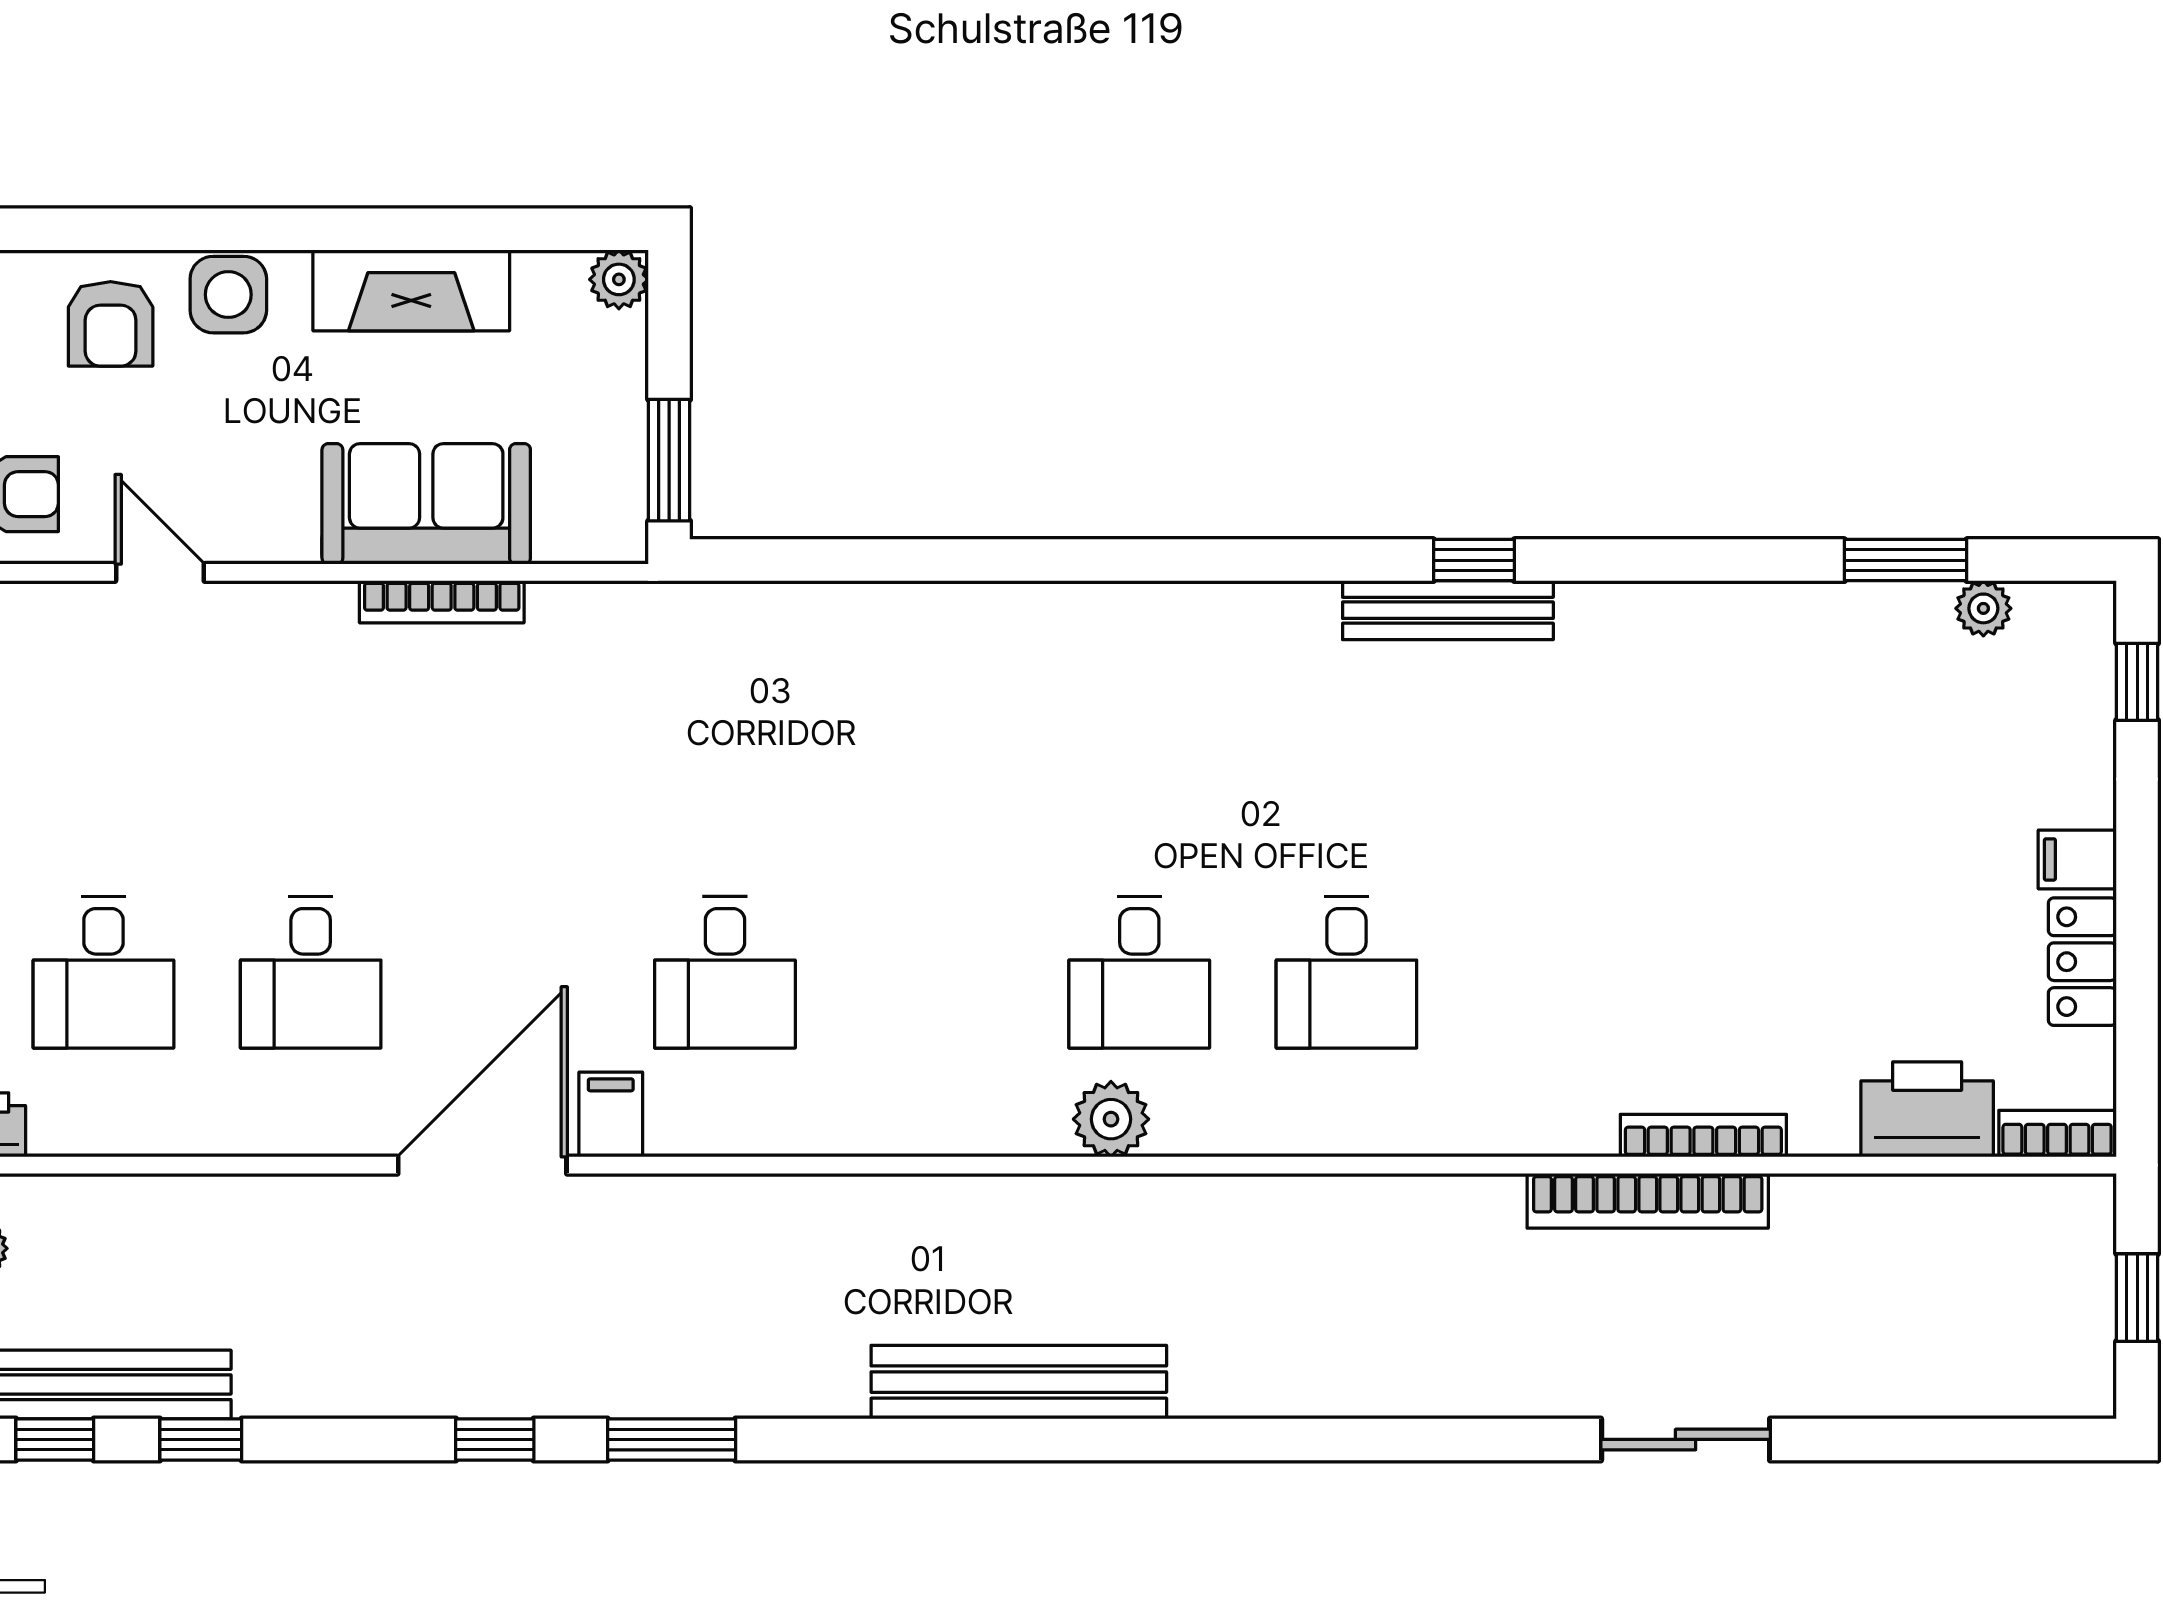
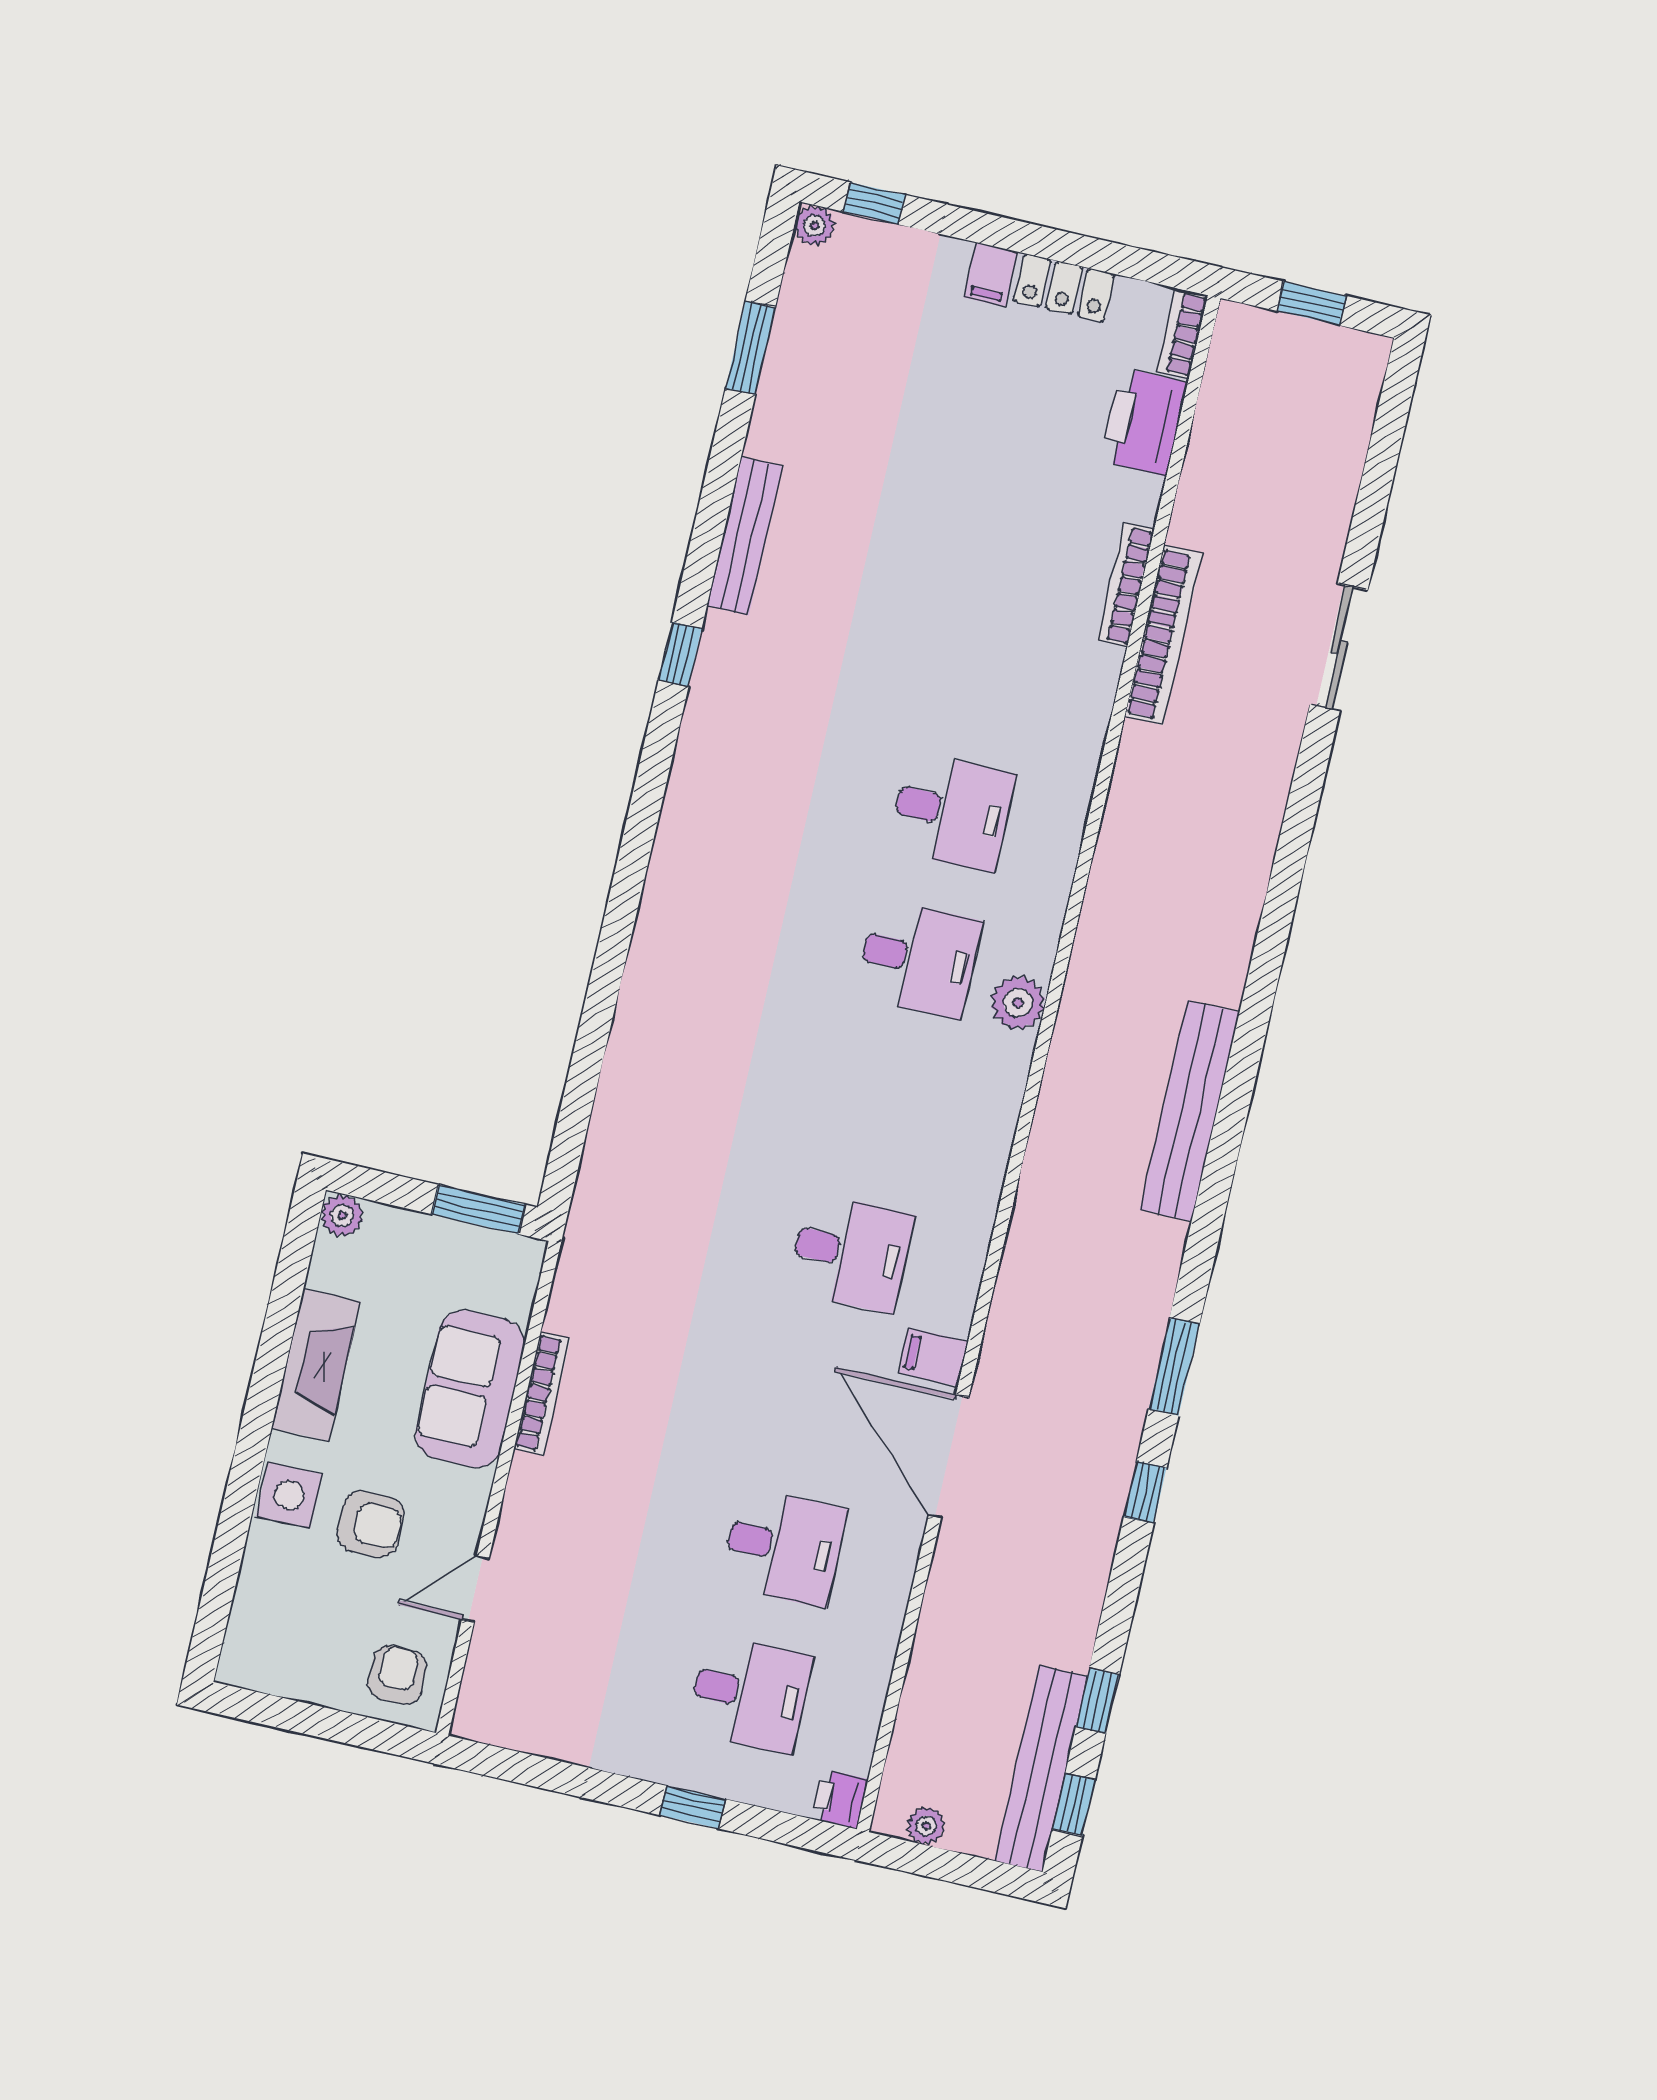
armchair: (111, 324) -> (370, 1524), moved
plant: (1983, 608) -> (814, 226), moved
bench: (1448, 610) -> (745, 536), moved

